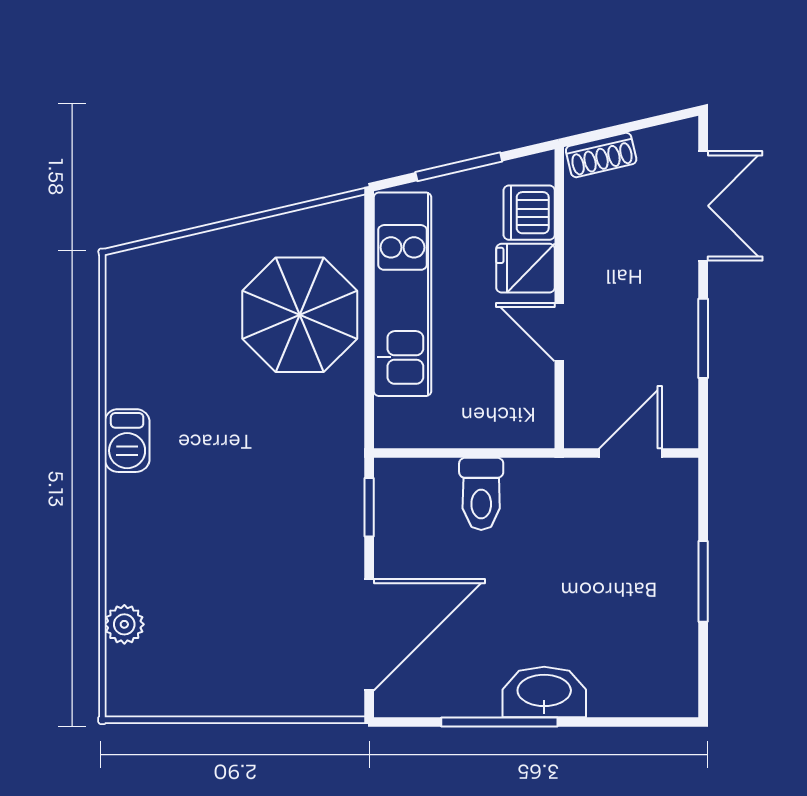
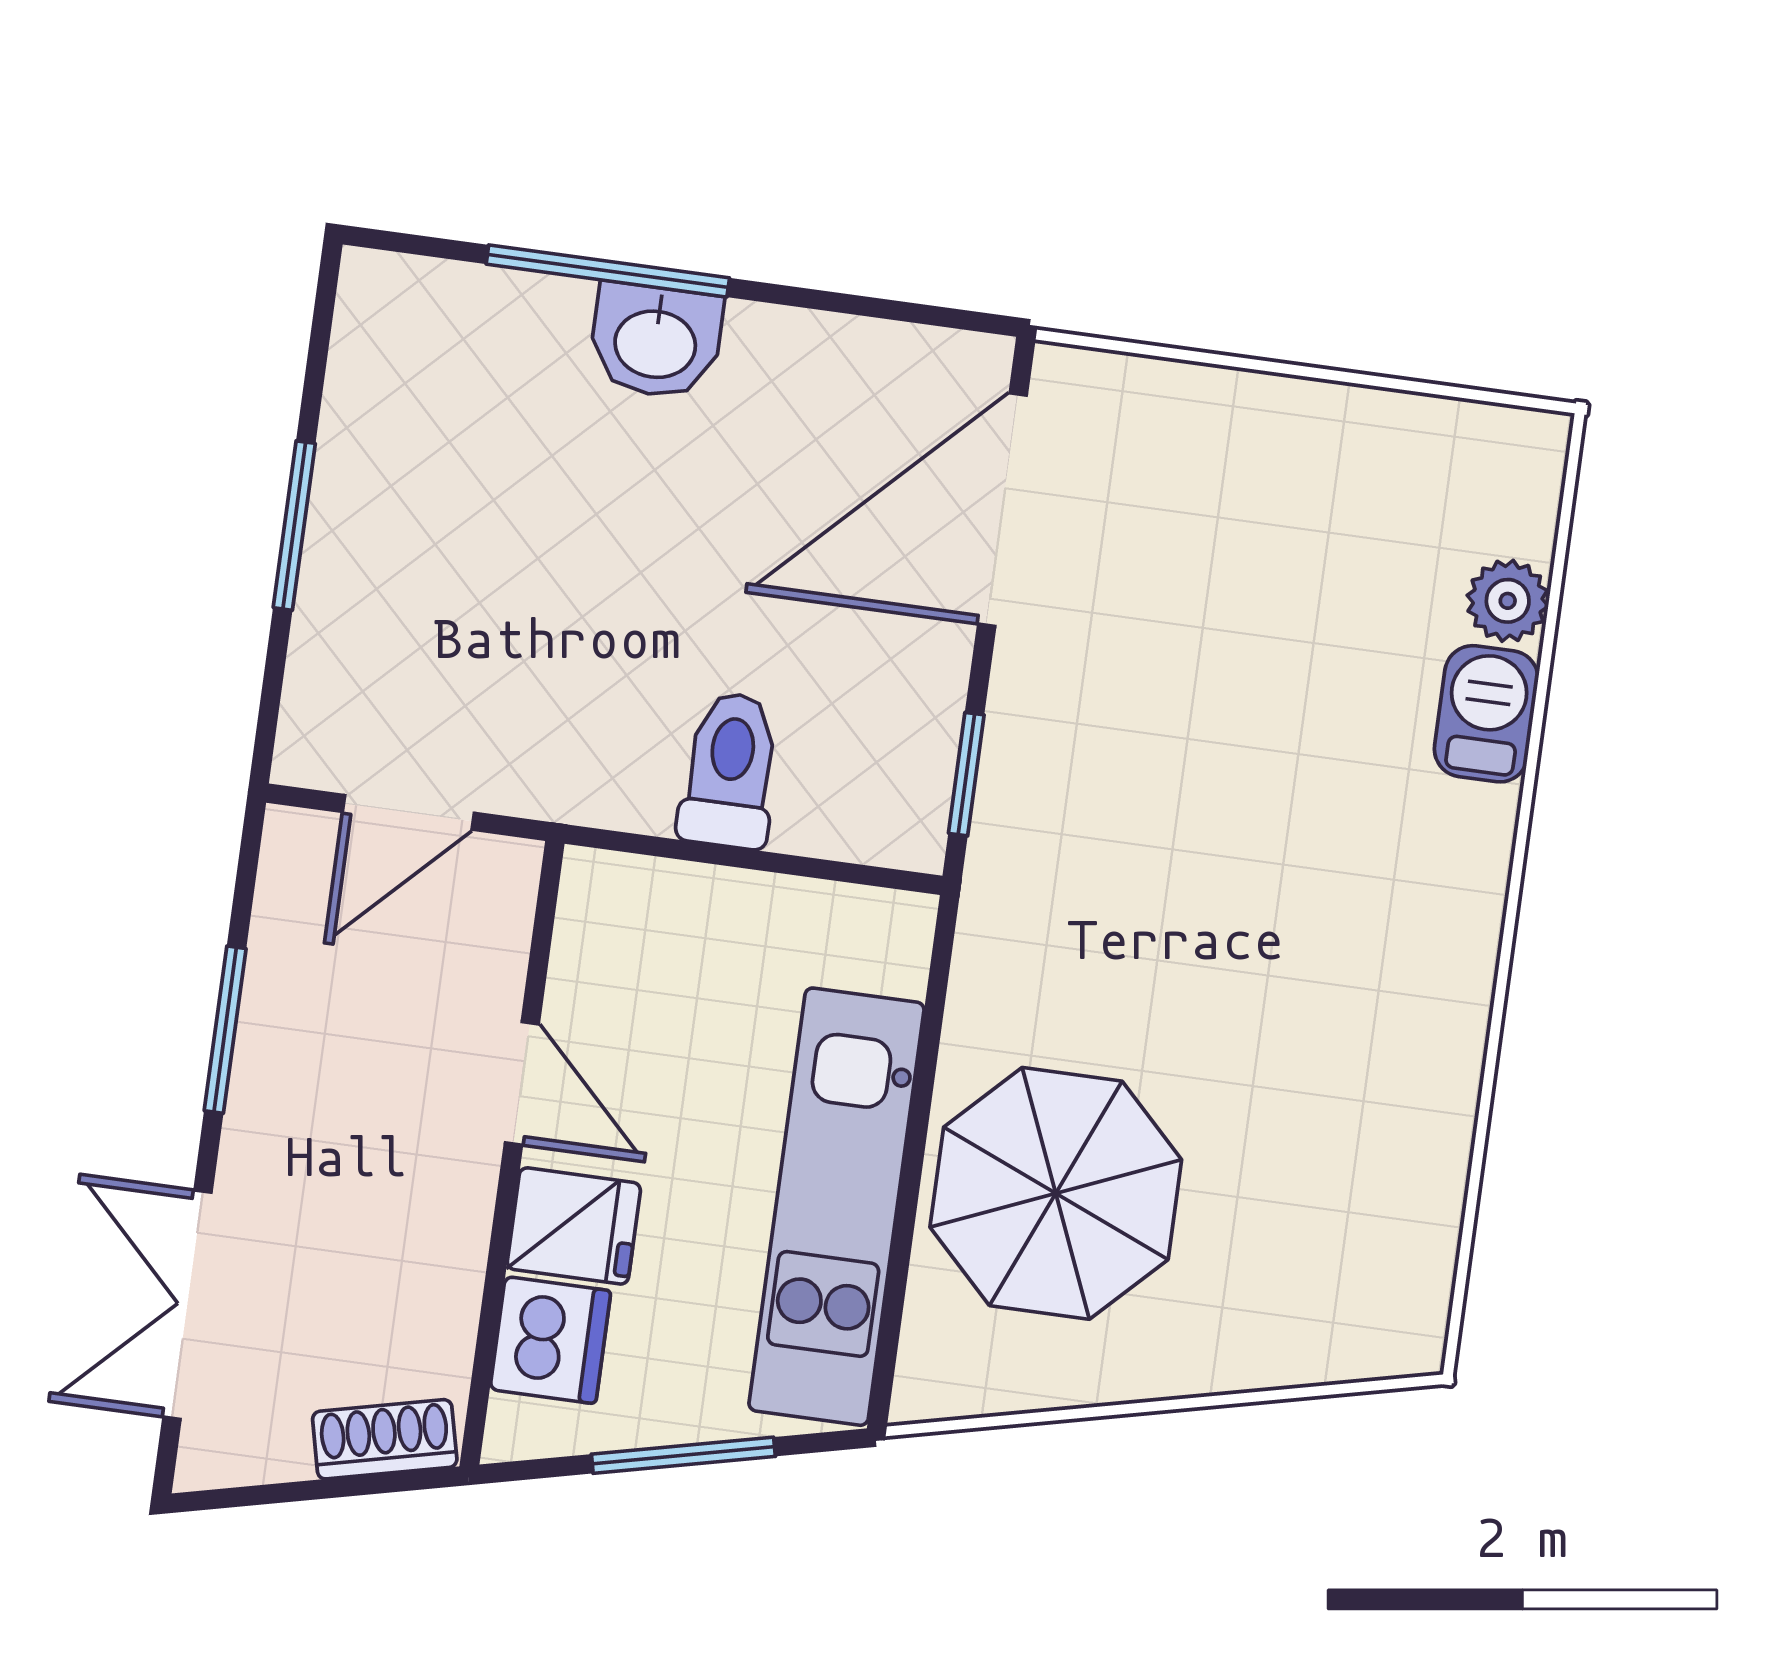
barbecue: (127, 441) -> (1486, 714), moved
washbasin: (544, 692) -> (656, 341), width x0.72
window: (499, 722) -> (608, 271), moved

